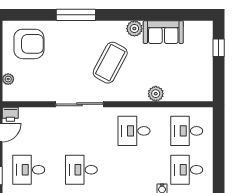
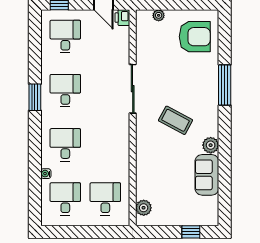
armchair: (29, 44) -> (195, 37), turned -90
coffee table: (110, 63) -> (175, 120), width x0.73, depth x0.76
plant: (156, 94) -> (144, 208), moved
desk: (134, 131) -> (65, 145), moved

